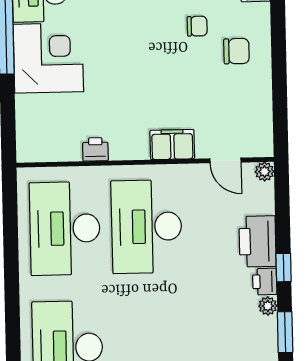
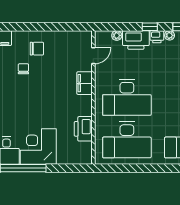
chair: (237, 51) -> (37, 49), turned 90
printer: (95, 149) -> (83, 129), width x1.87, depth x1.48
plant: (265, 172) -> (117, 35), moved

